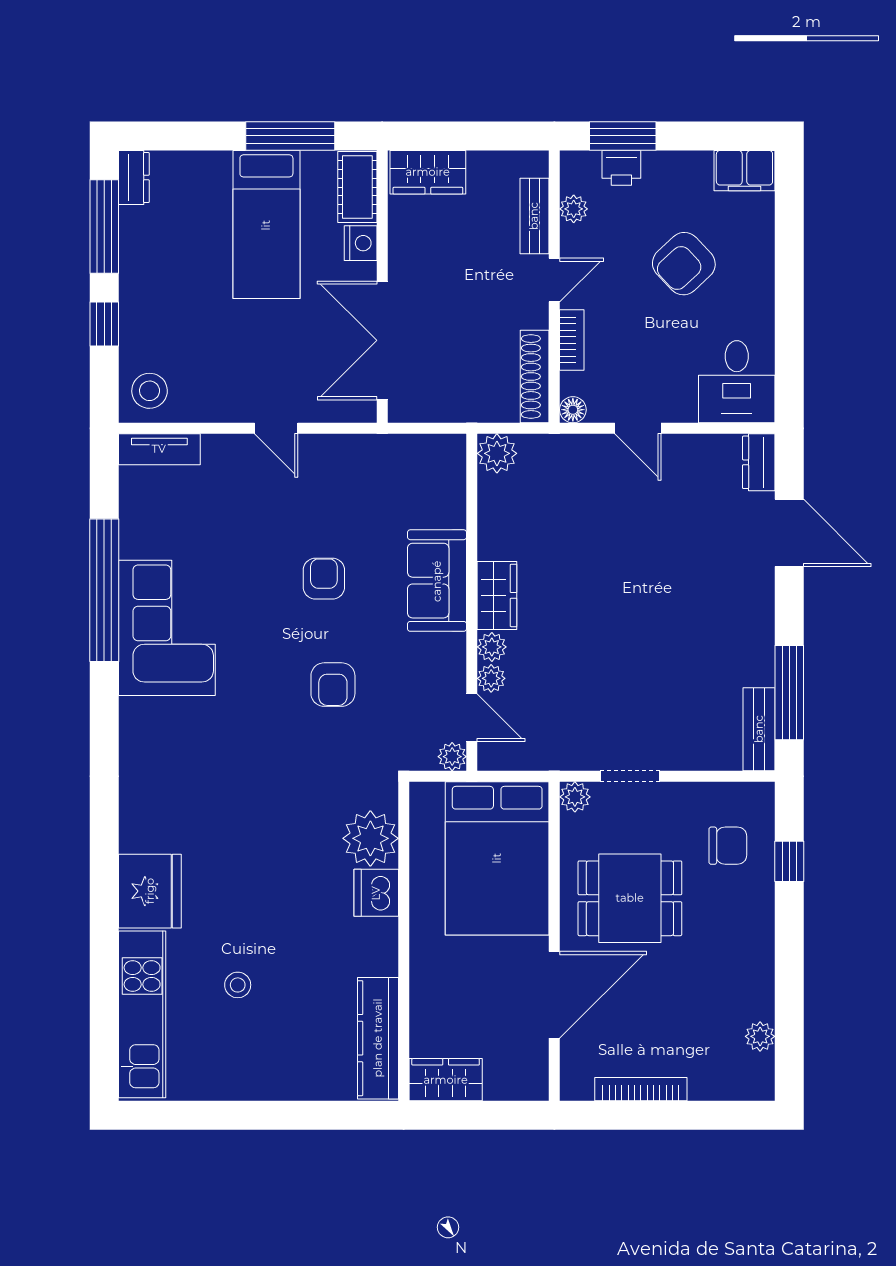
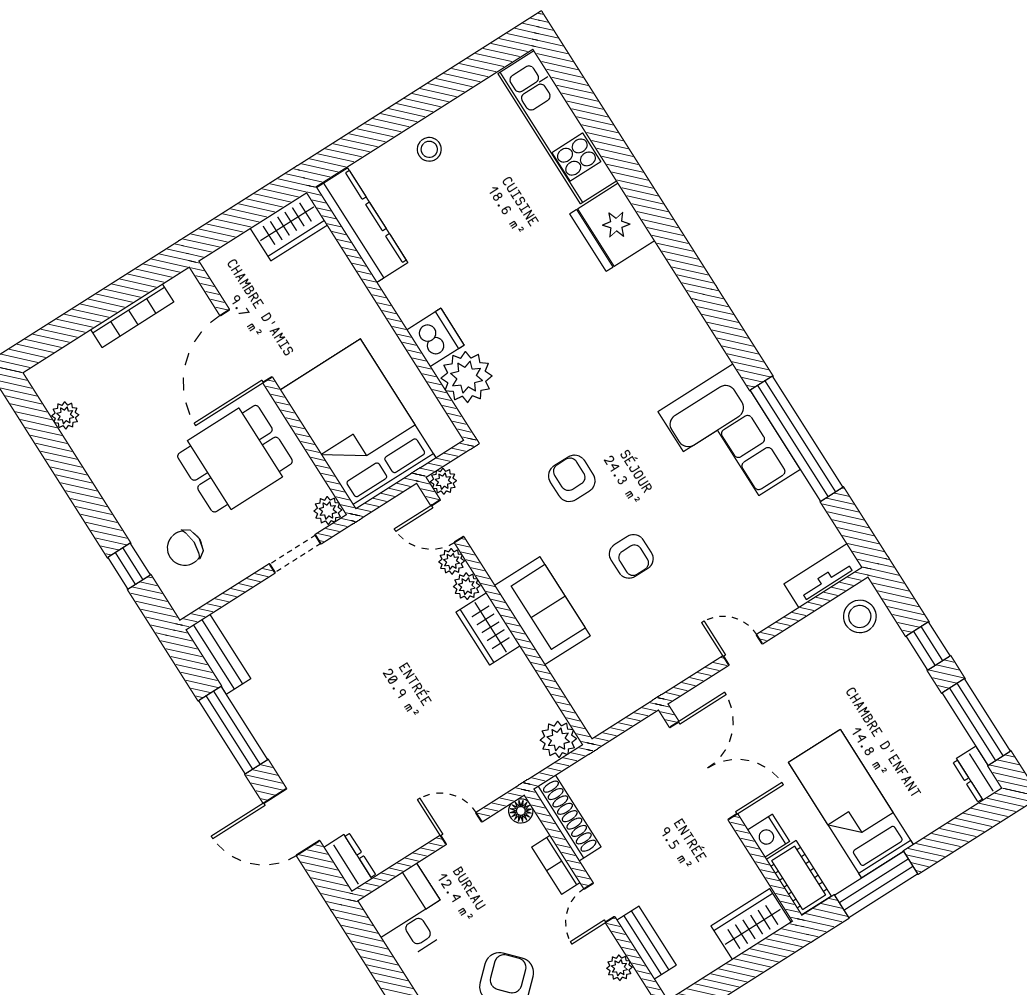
window: (789, 693) -> (233, 730), moved
stool: (238, 985) -> (429, 149), moved

